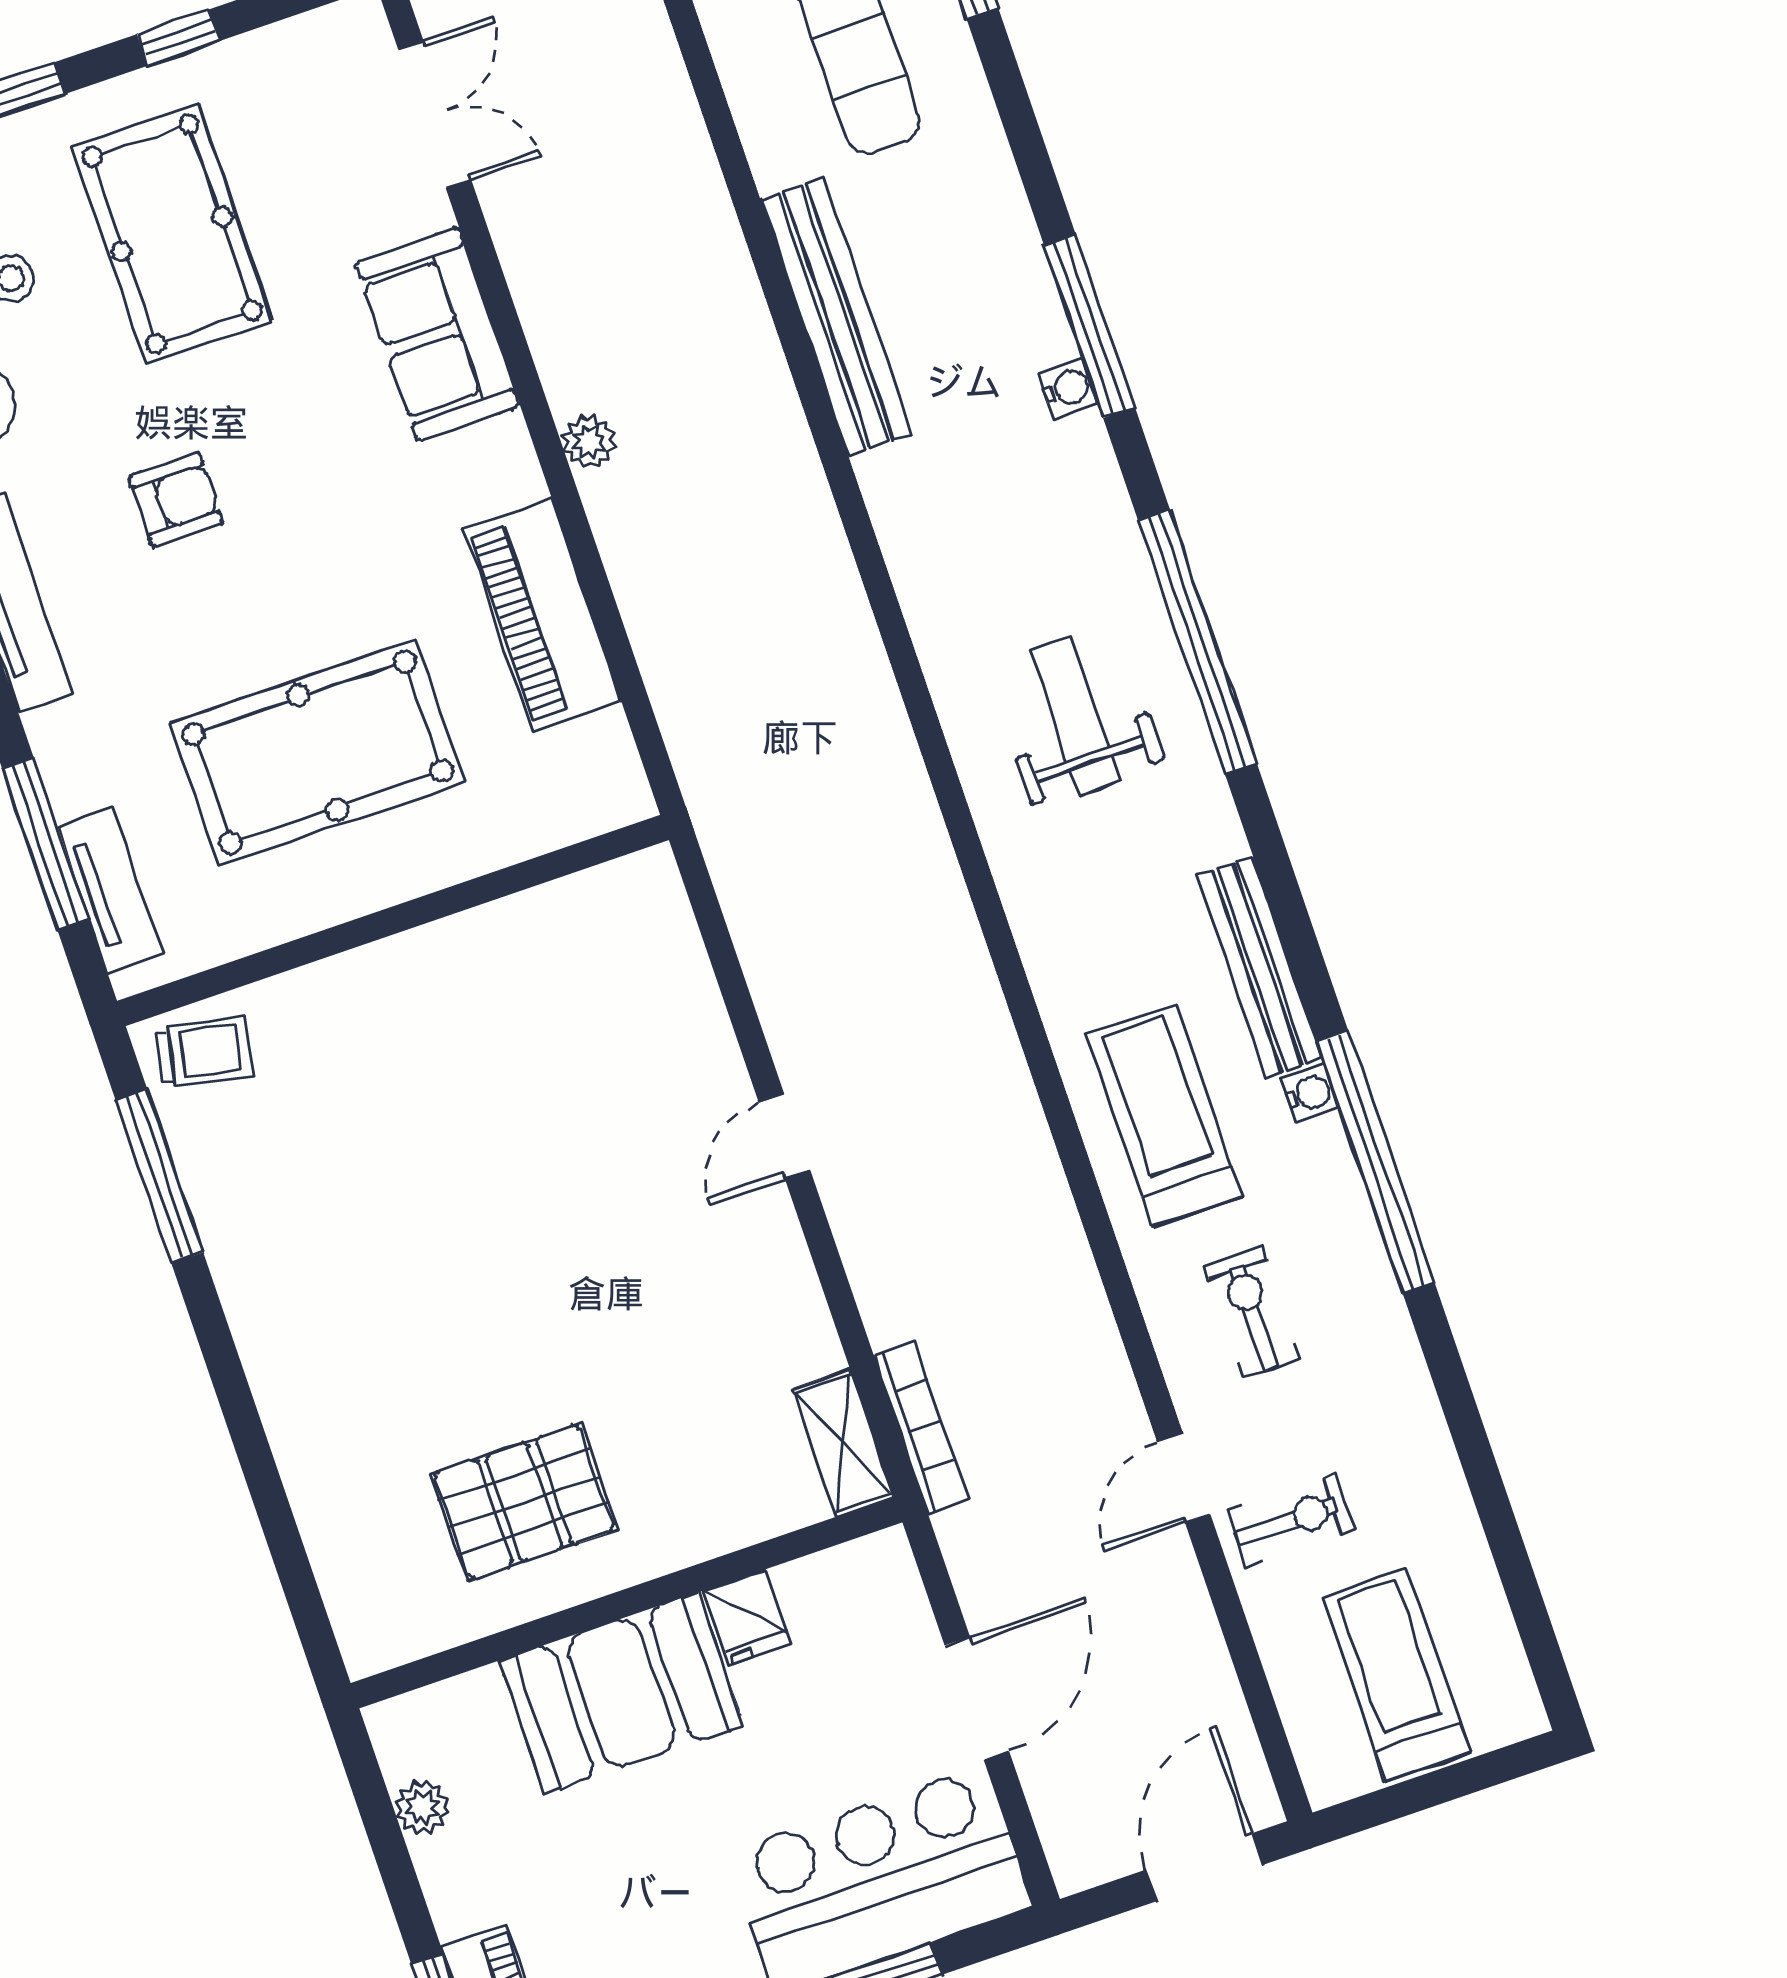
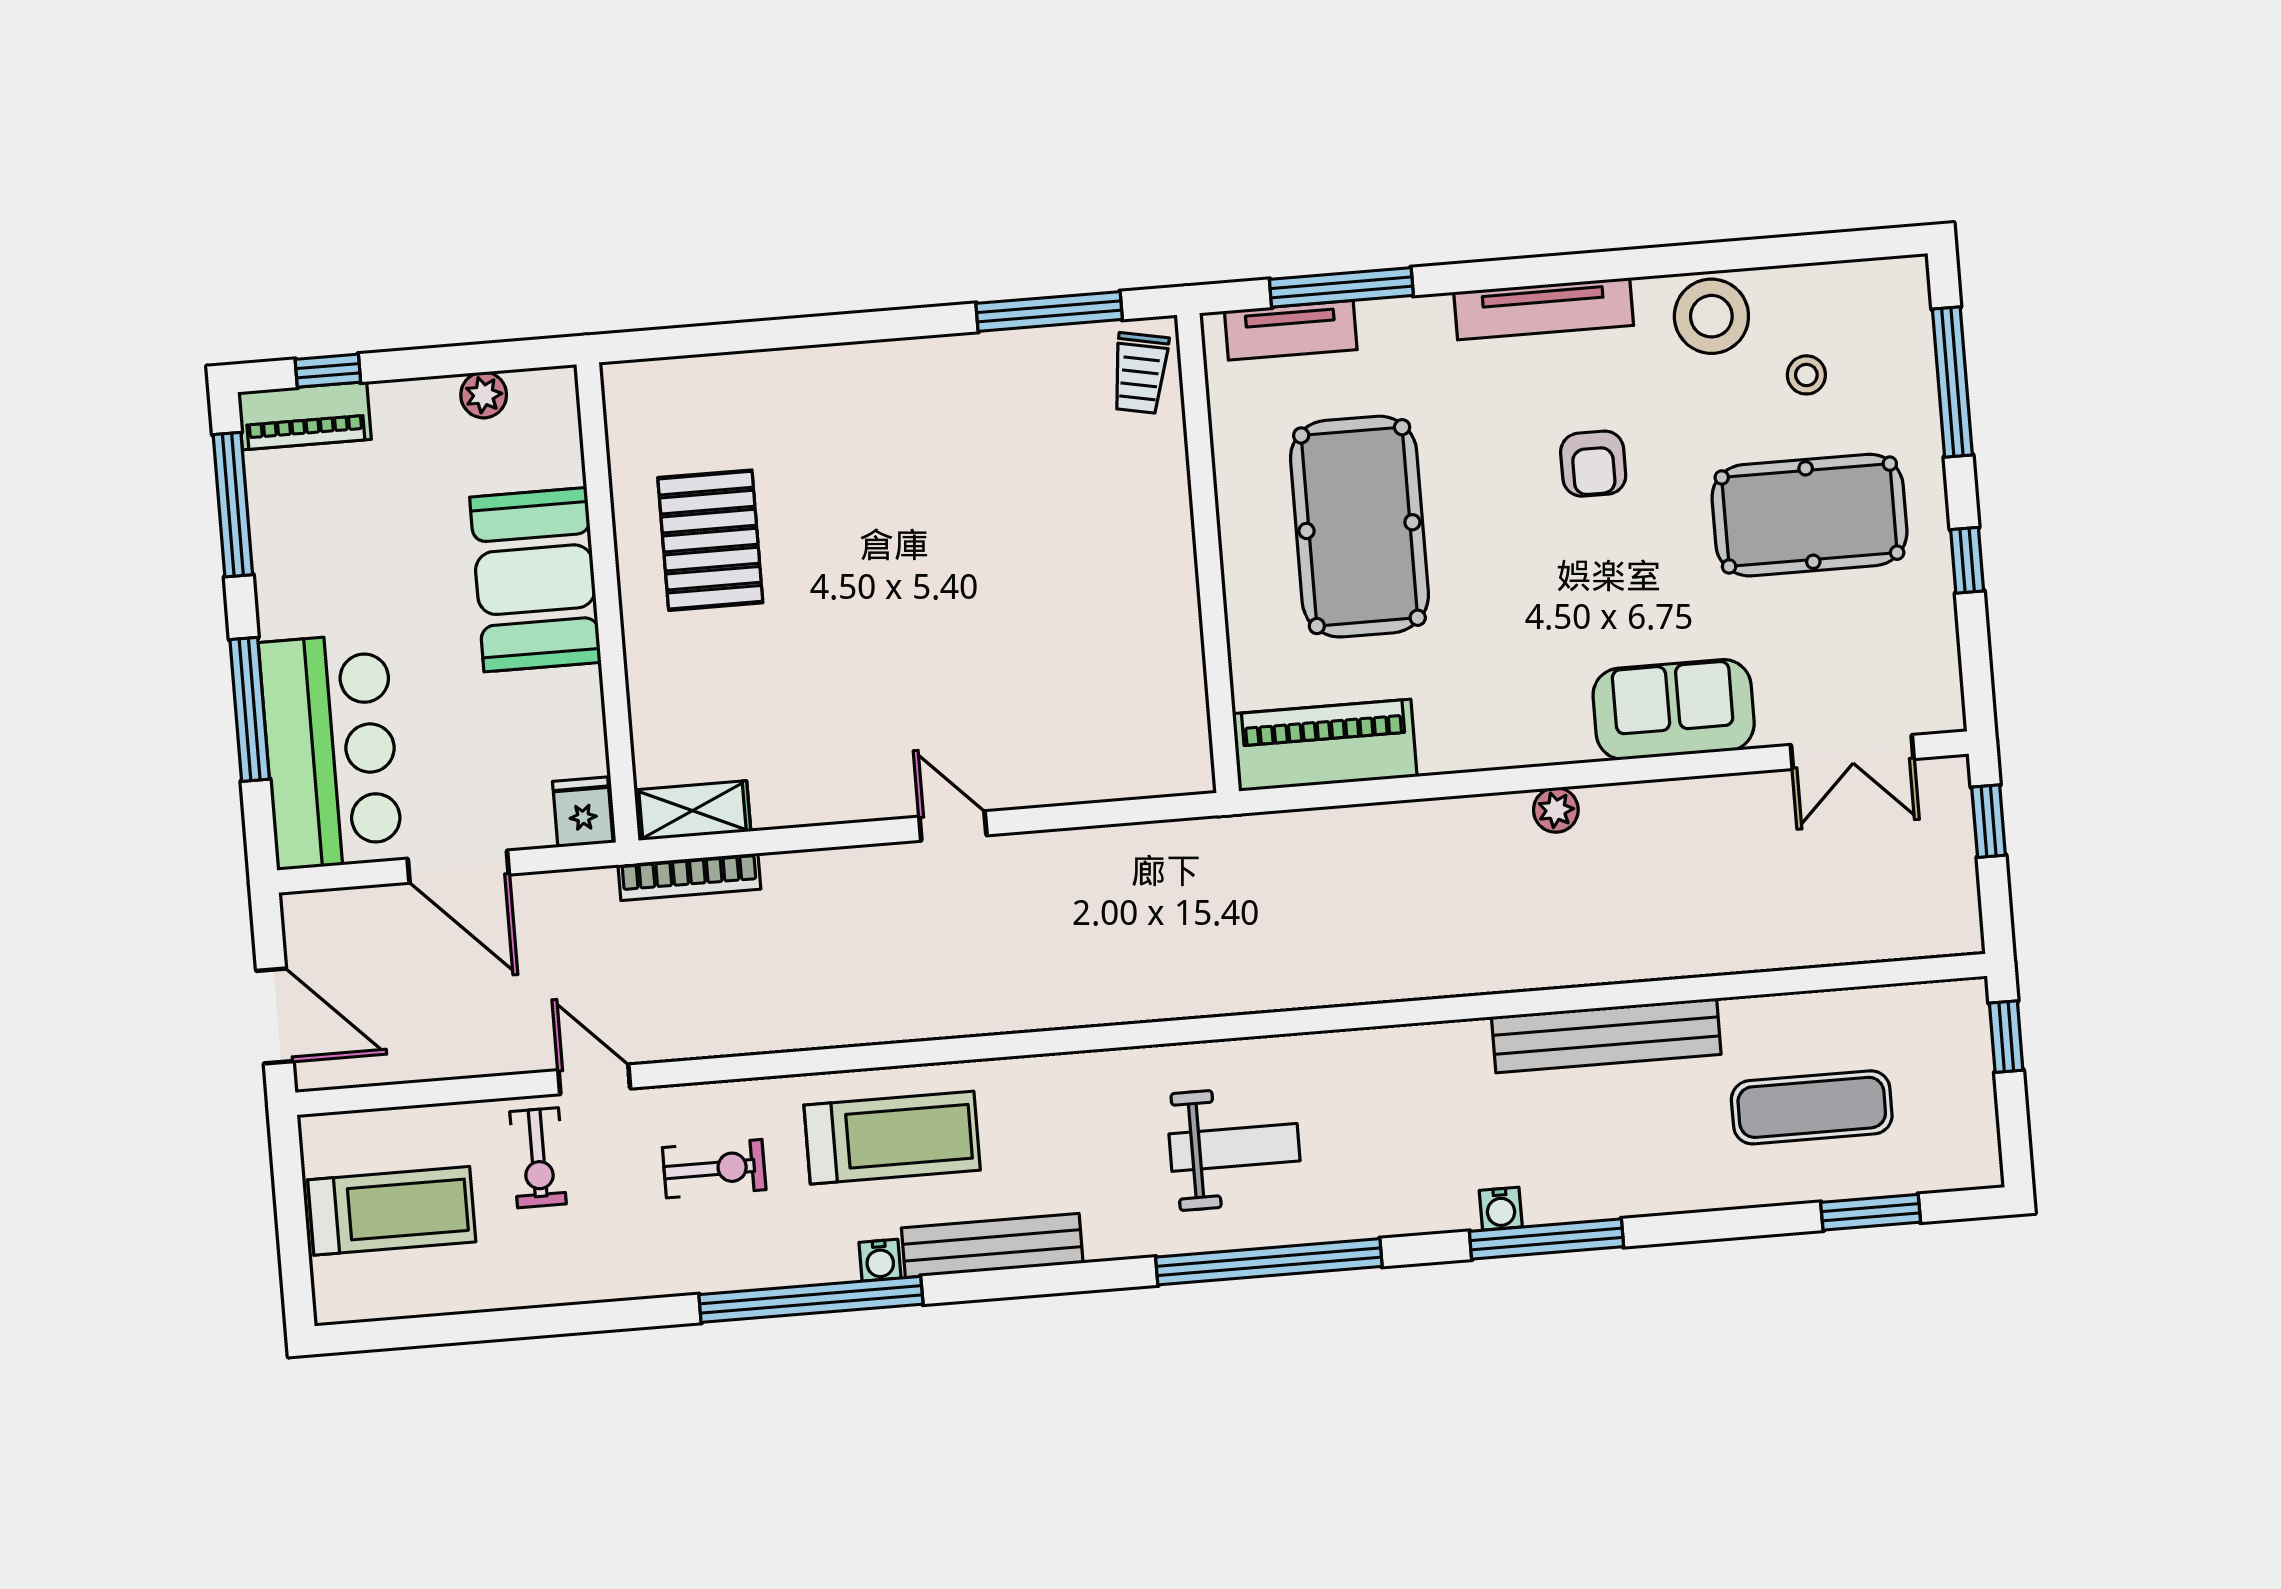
piano: (543, 615) -> (1325, 745), moved
fridge: (747, 1617) -> (583, 812), moved, turned 90

